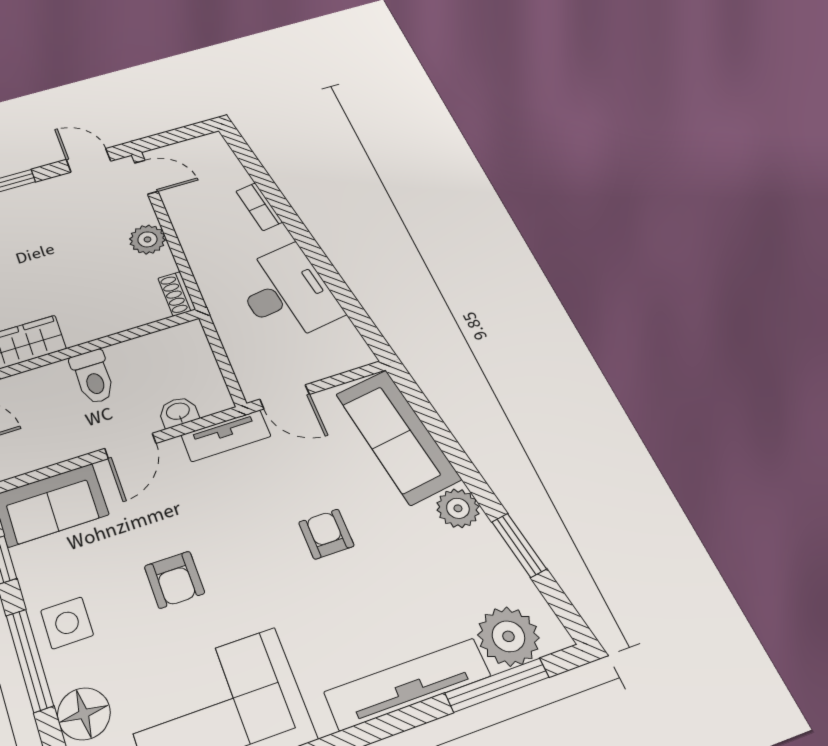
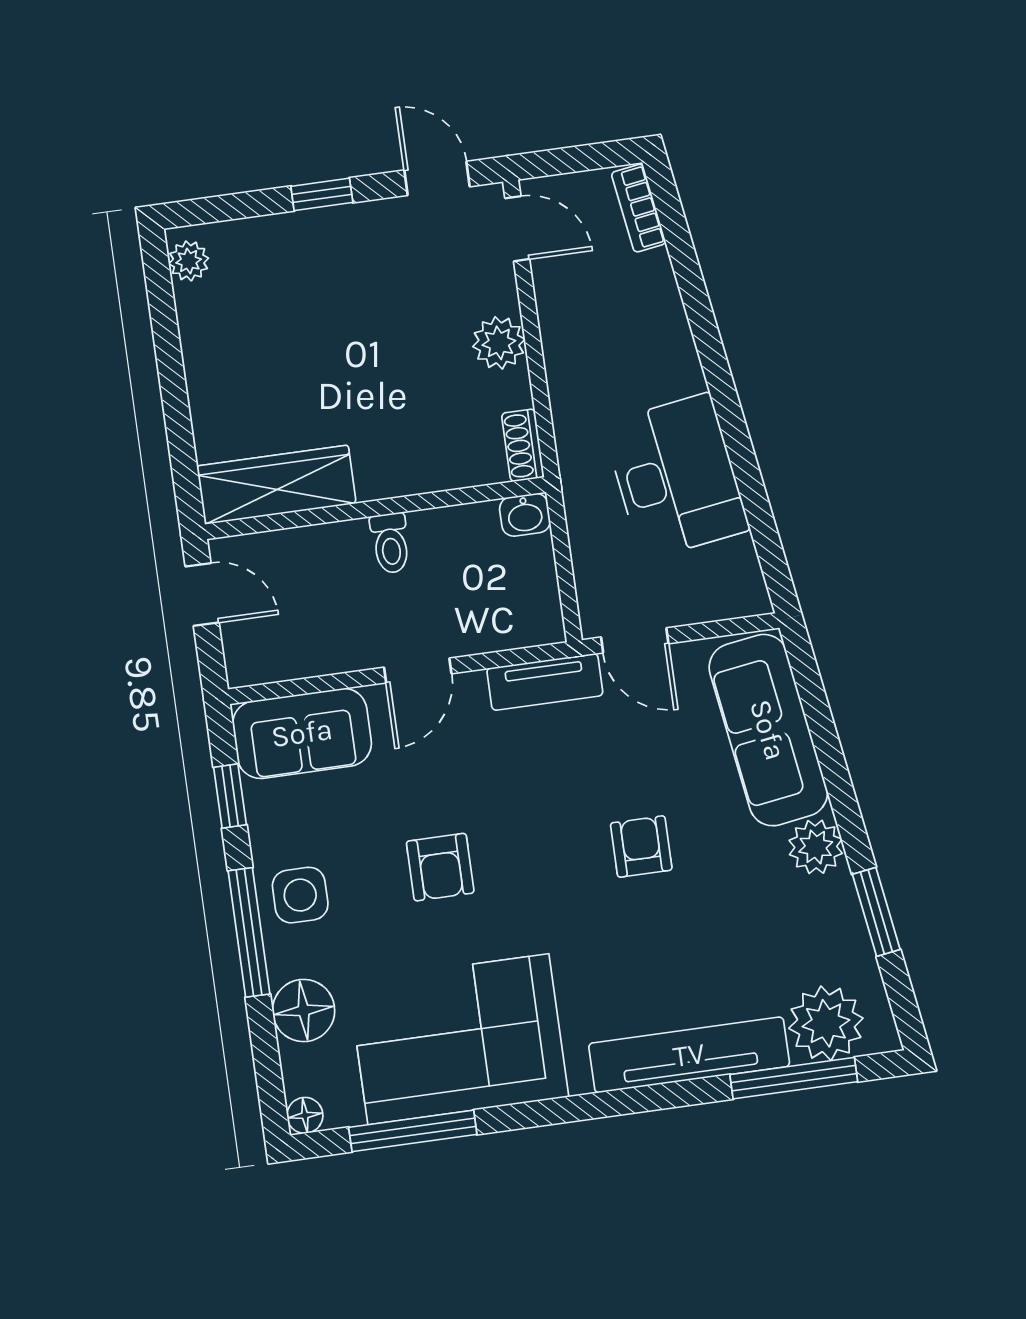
bookcase: (259, 207) -> (639, 208), moved
toilet: (93, 377) -> (390, 543), width x0.73, depth x0.72
washbasin: (178, 412) -> (525, 515), moved, turned 180

